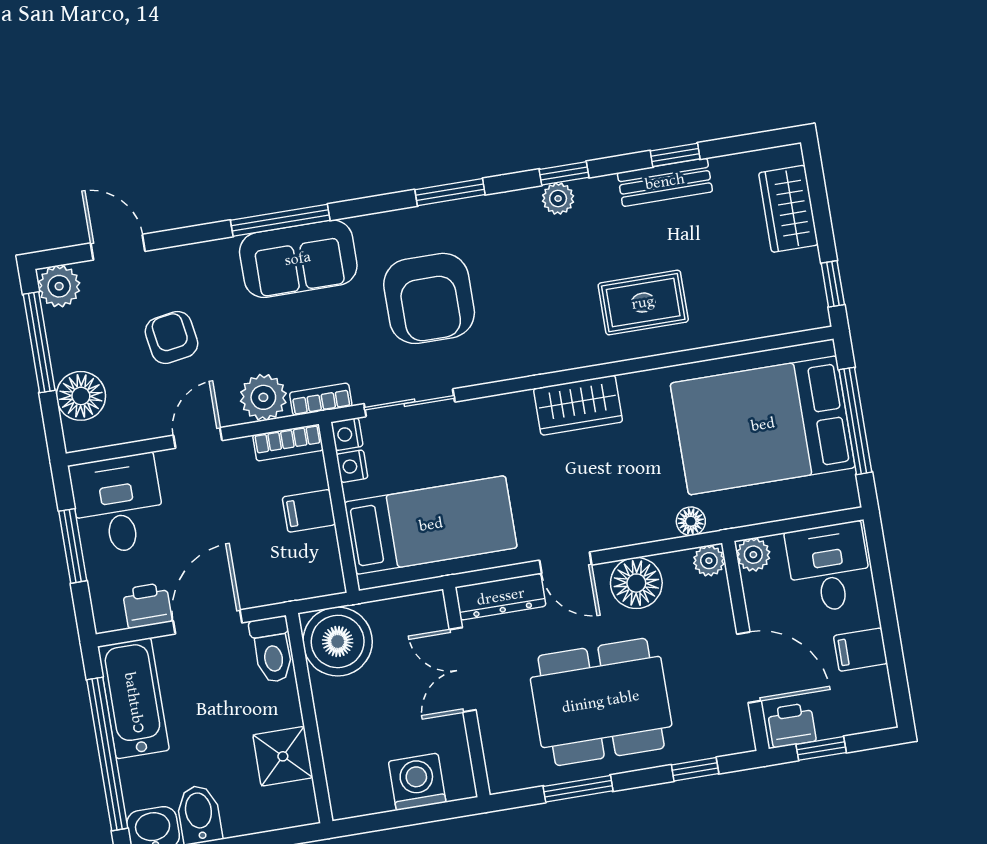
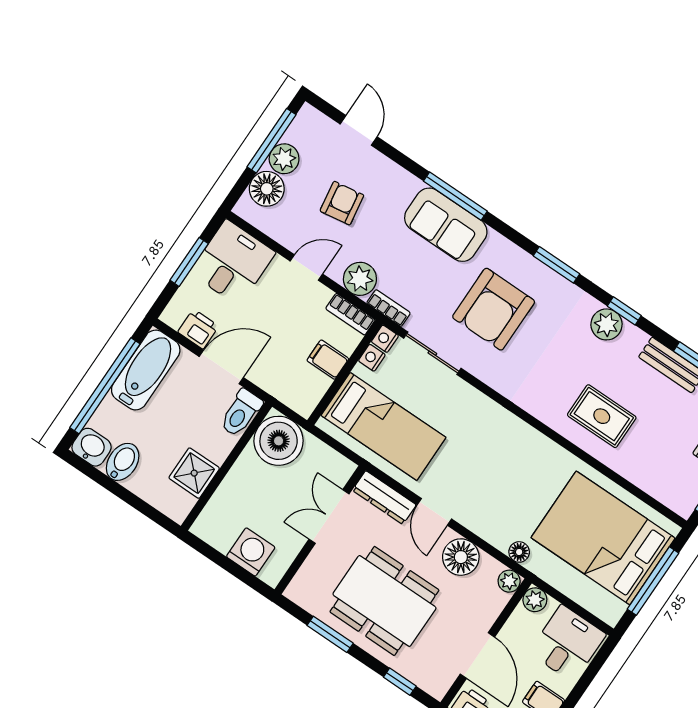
plant: (558, 199) -> (607, 324), width x1.38, depth x1.38
plant: (59, 286) -> (284, 159), moved
wardrobe: (578, 405) -> (518, 437), removed

